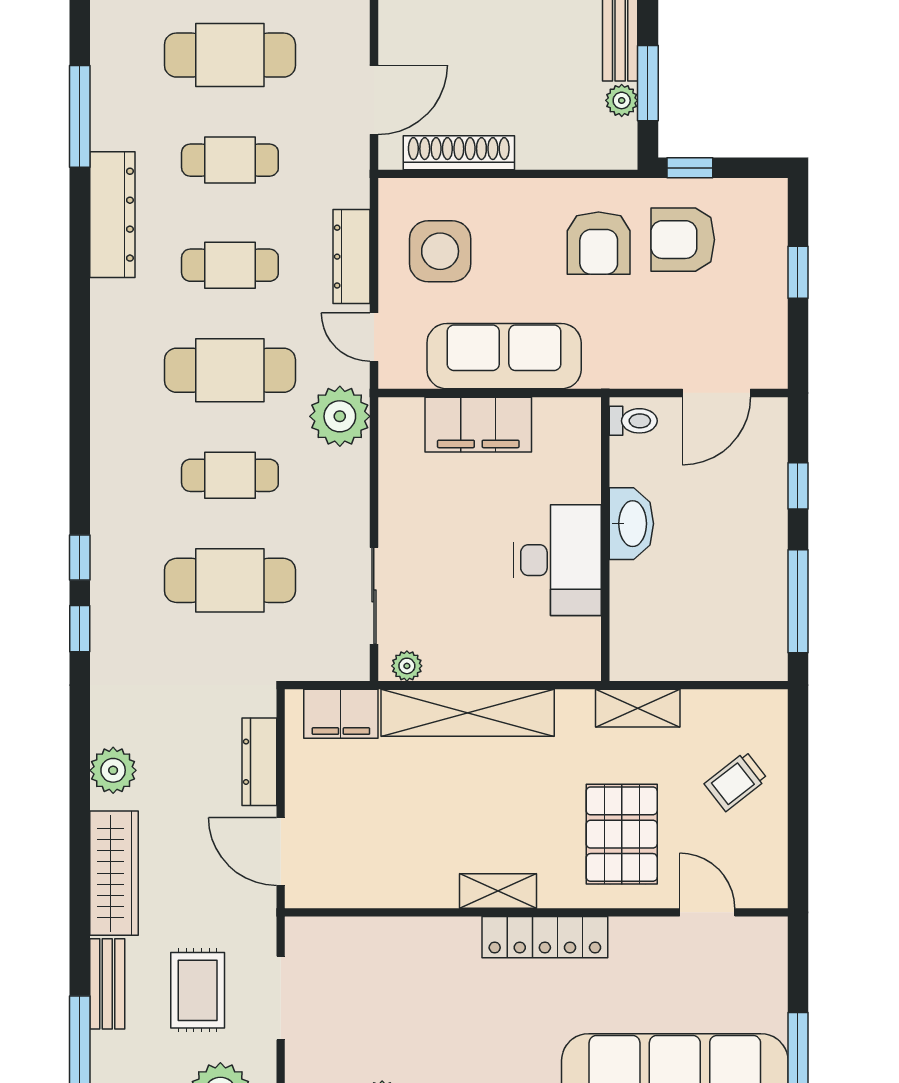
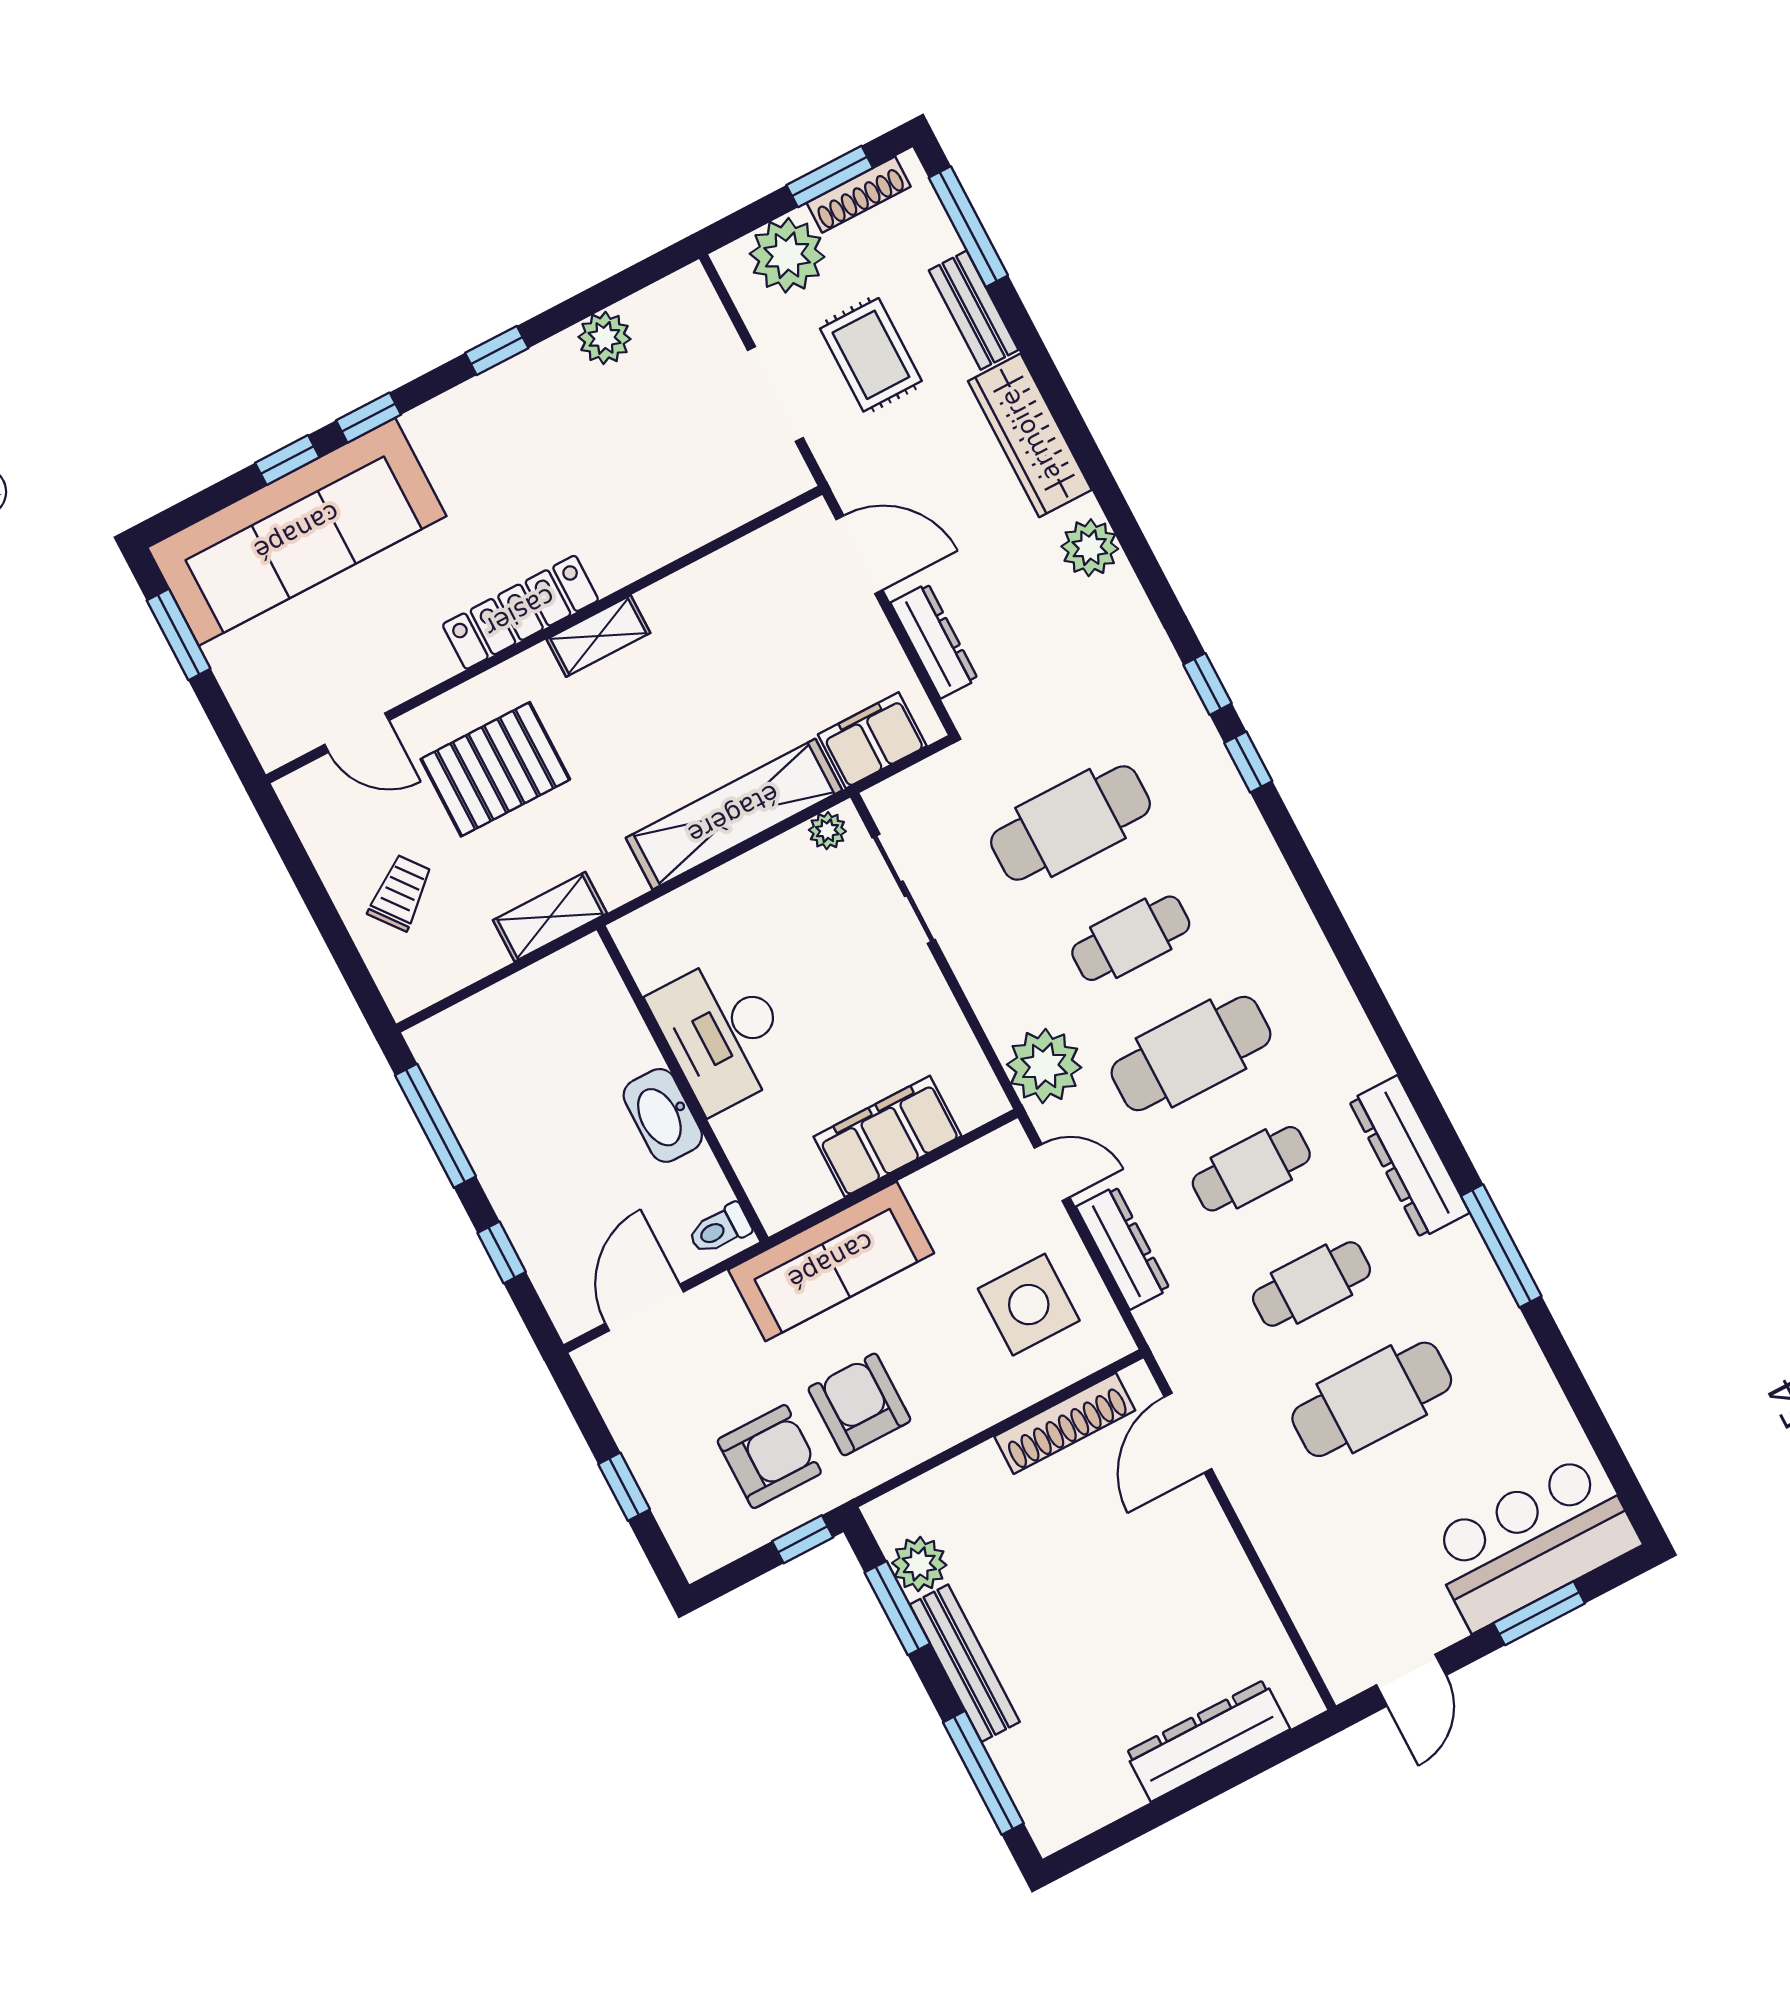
plant: (622, 100) -> (919, 1564), width x1.38, depth x1.38
sofa: (504, 356) -> (831, 1261), moved
pallet: (622, 834) -> (495, 769), turned 90

